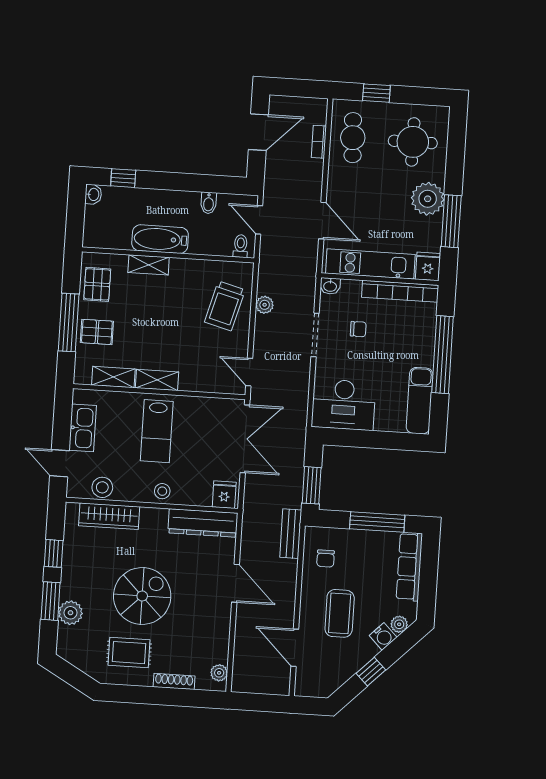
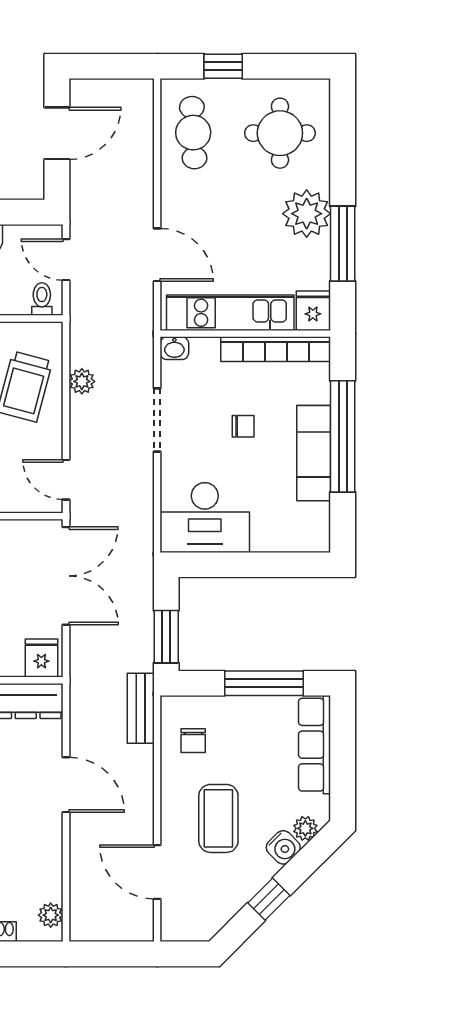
bookcase: (319, 142) -> (145, 142), removed
chair: (358, 329) -> (243, 426), moved
exam couch: (420, 401) -> (314, 453), moved

